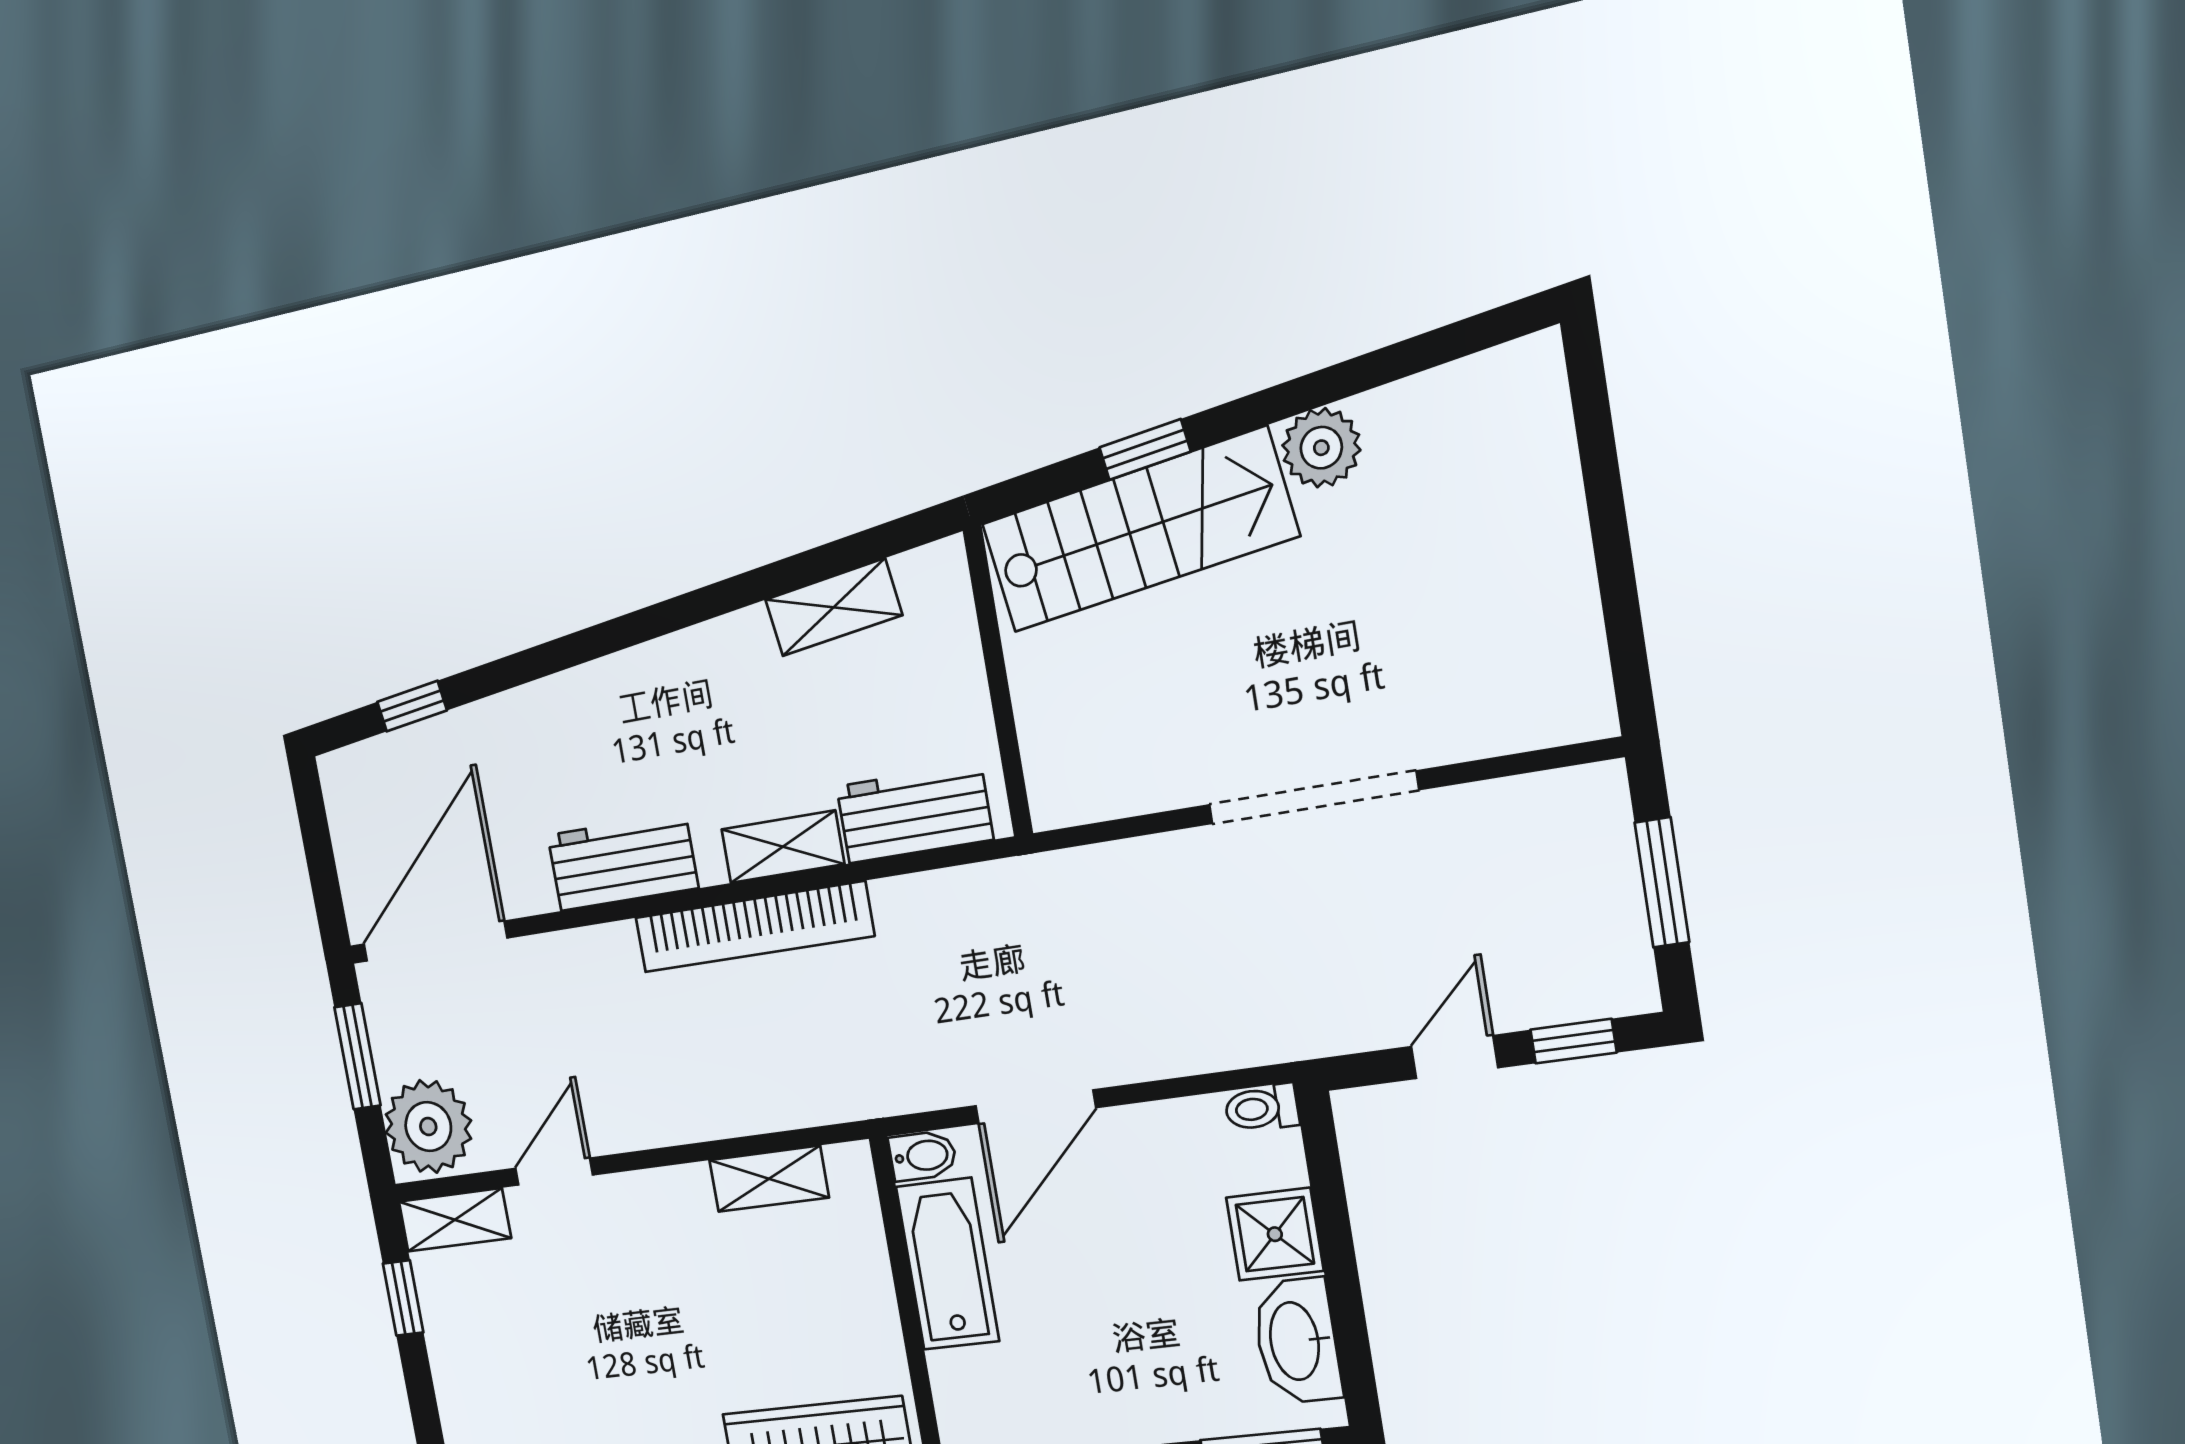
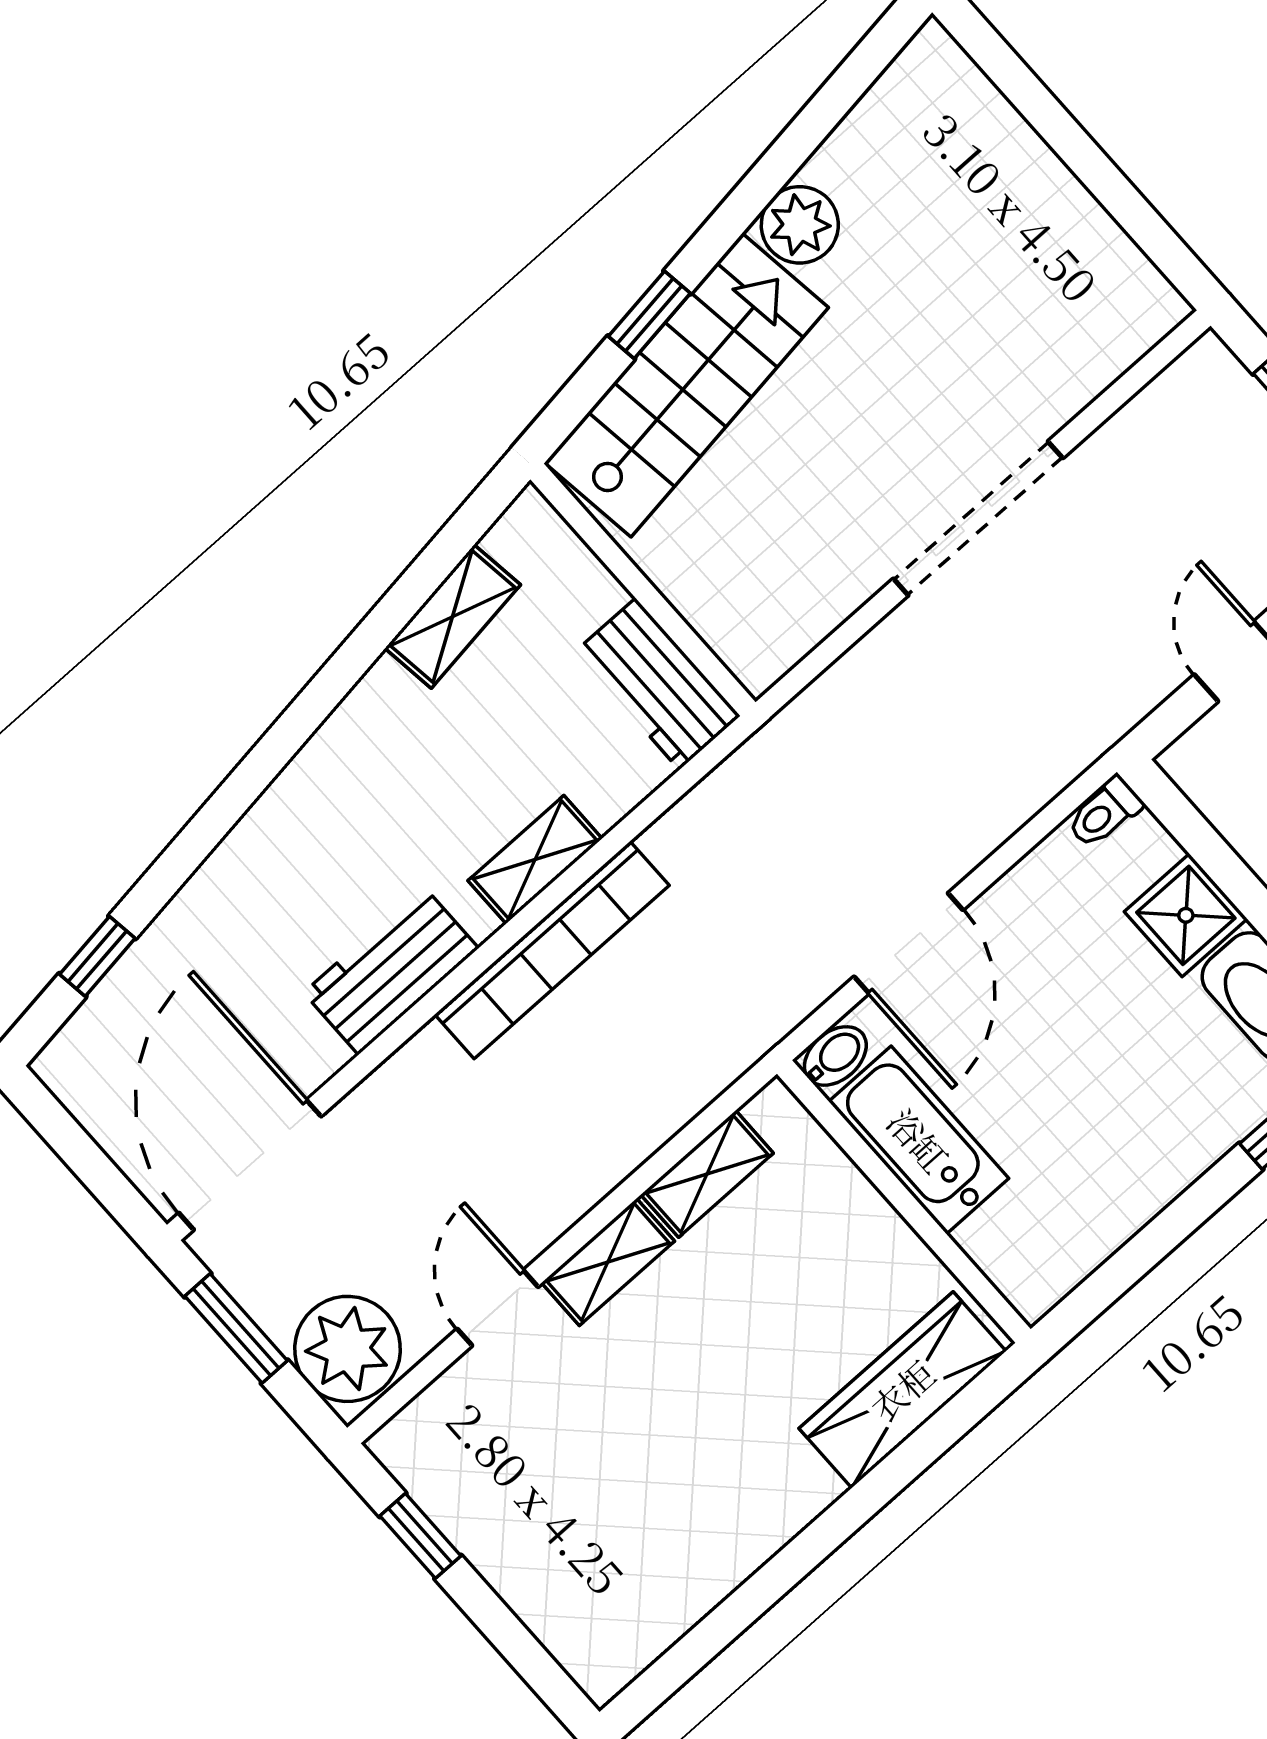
workbench: (915, 813) -> (657, 684), moved, turned -90
shelving: (455, 1220) -> (608, 1262), moved

